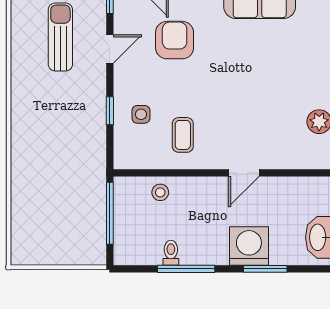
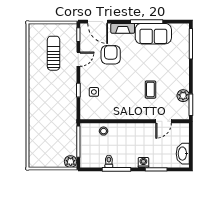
coffee table: (183, 135) -> (150, 90), moved
door: (244, 173) -> (164, 121), moved
washing machine: (249, 246) -> (143, 162), width x0.53, depth x0.53
plant: (94, 253) -> (71, 162), added

